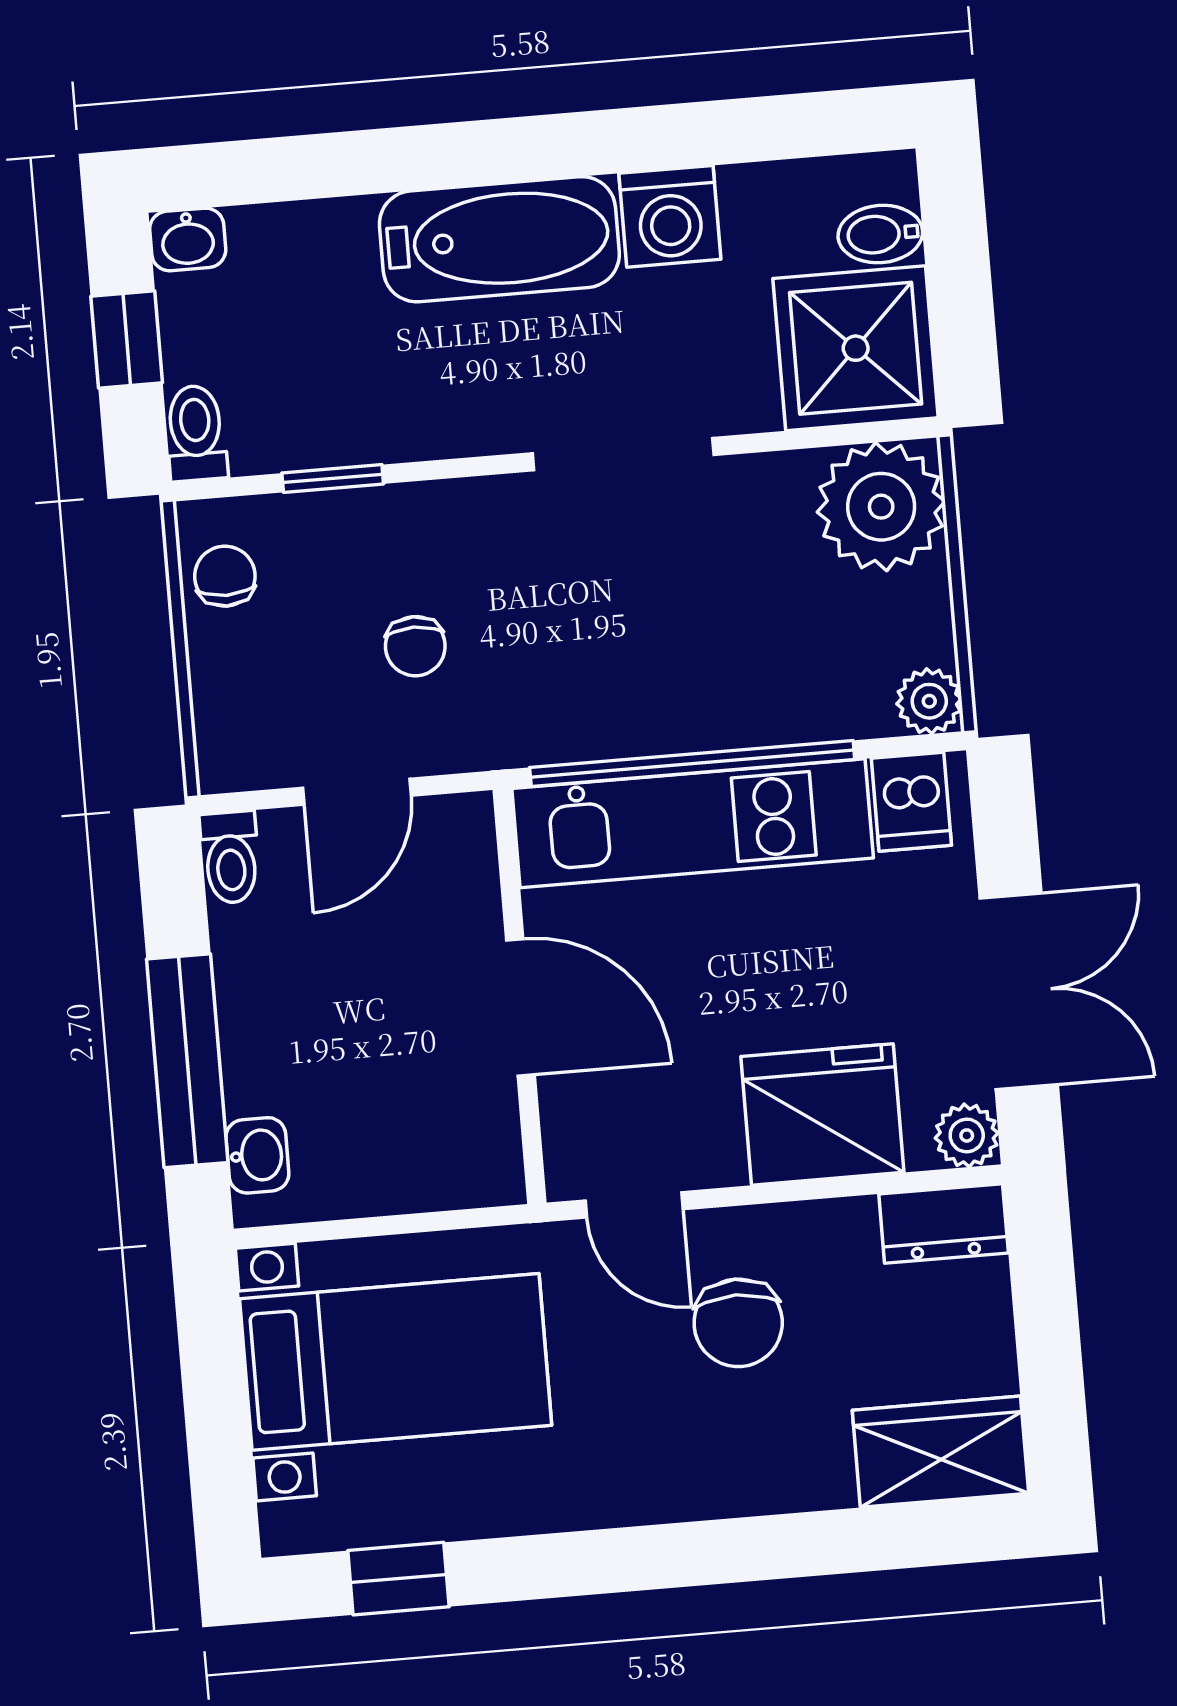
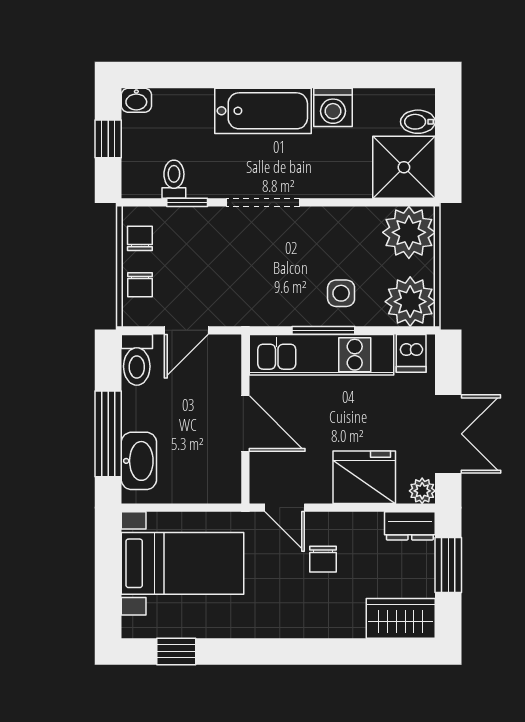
toilet: (196, 433) -> (174, 179), moved
doorway: (623, 454) -> (263, 202), moved
chair: (415, 646) -> (140, 285), moved
side table: (728, 669) -> (341, 293), added
plant: (929, 701) -> (410, 302), width x1.87, depth x1.87
window: (692, 764) -> (323, 330), width x0.47
toilet: (230, 857) -> (137, 360), width x1.37, depth x1.39
washbasin: (257, 1155) -> (139, 461), width x1.91, depth x1.45
window: (1046, 1311) -> (448, 565), added
chair: (738, 1323) -> (323, 559), width x0.73, depth x0.73

